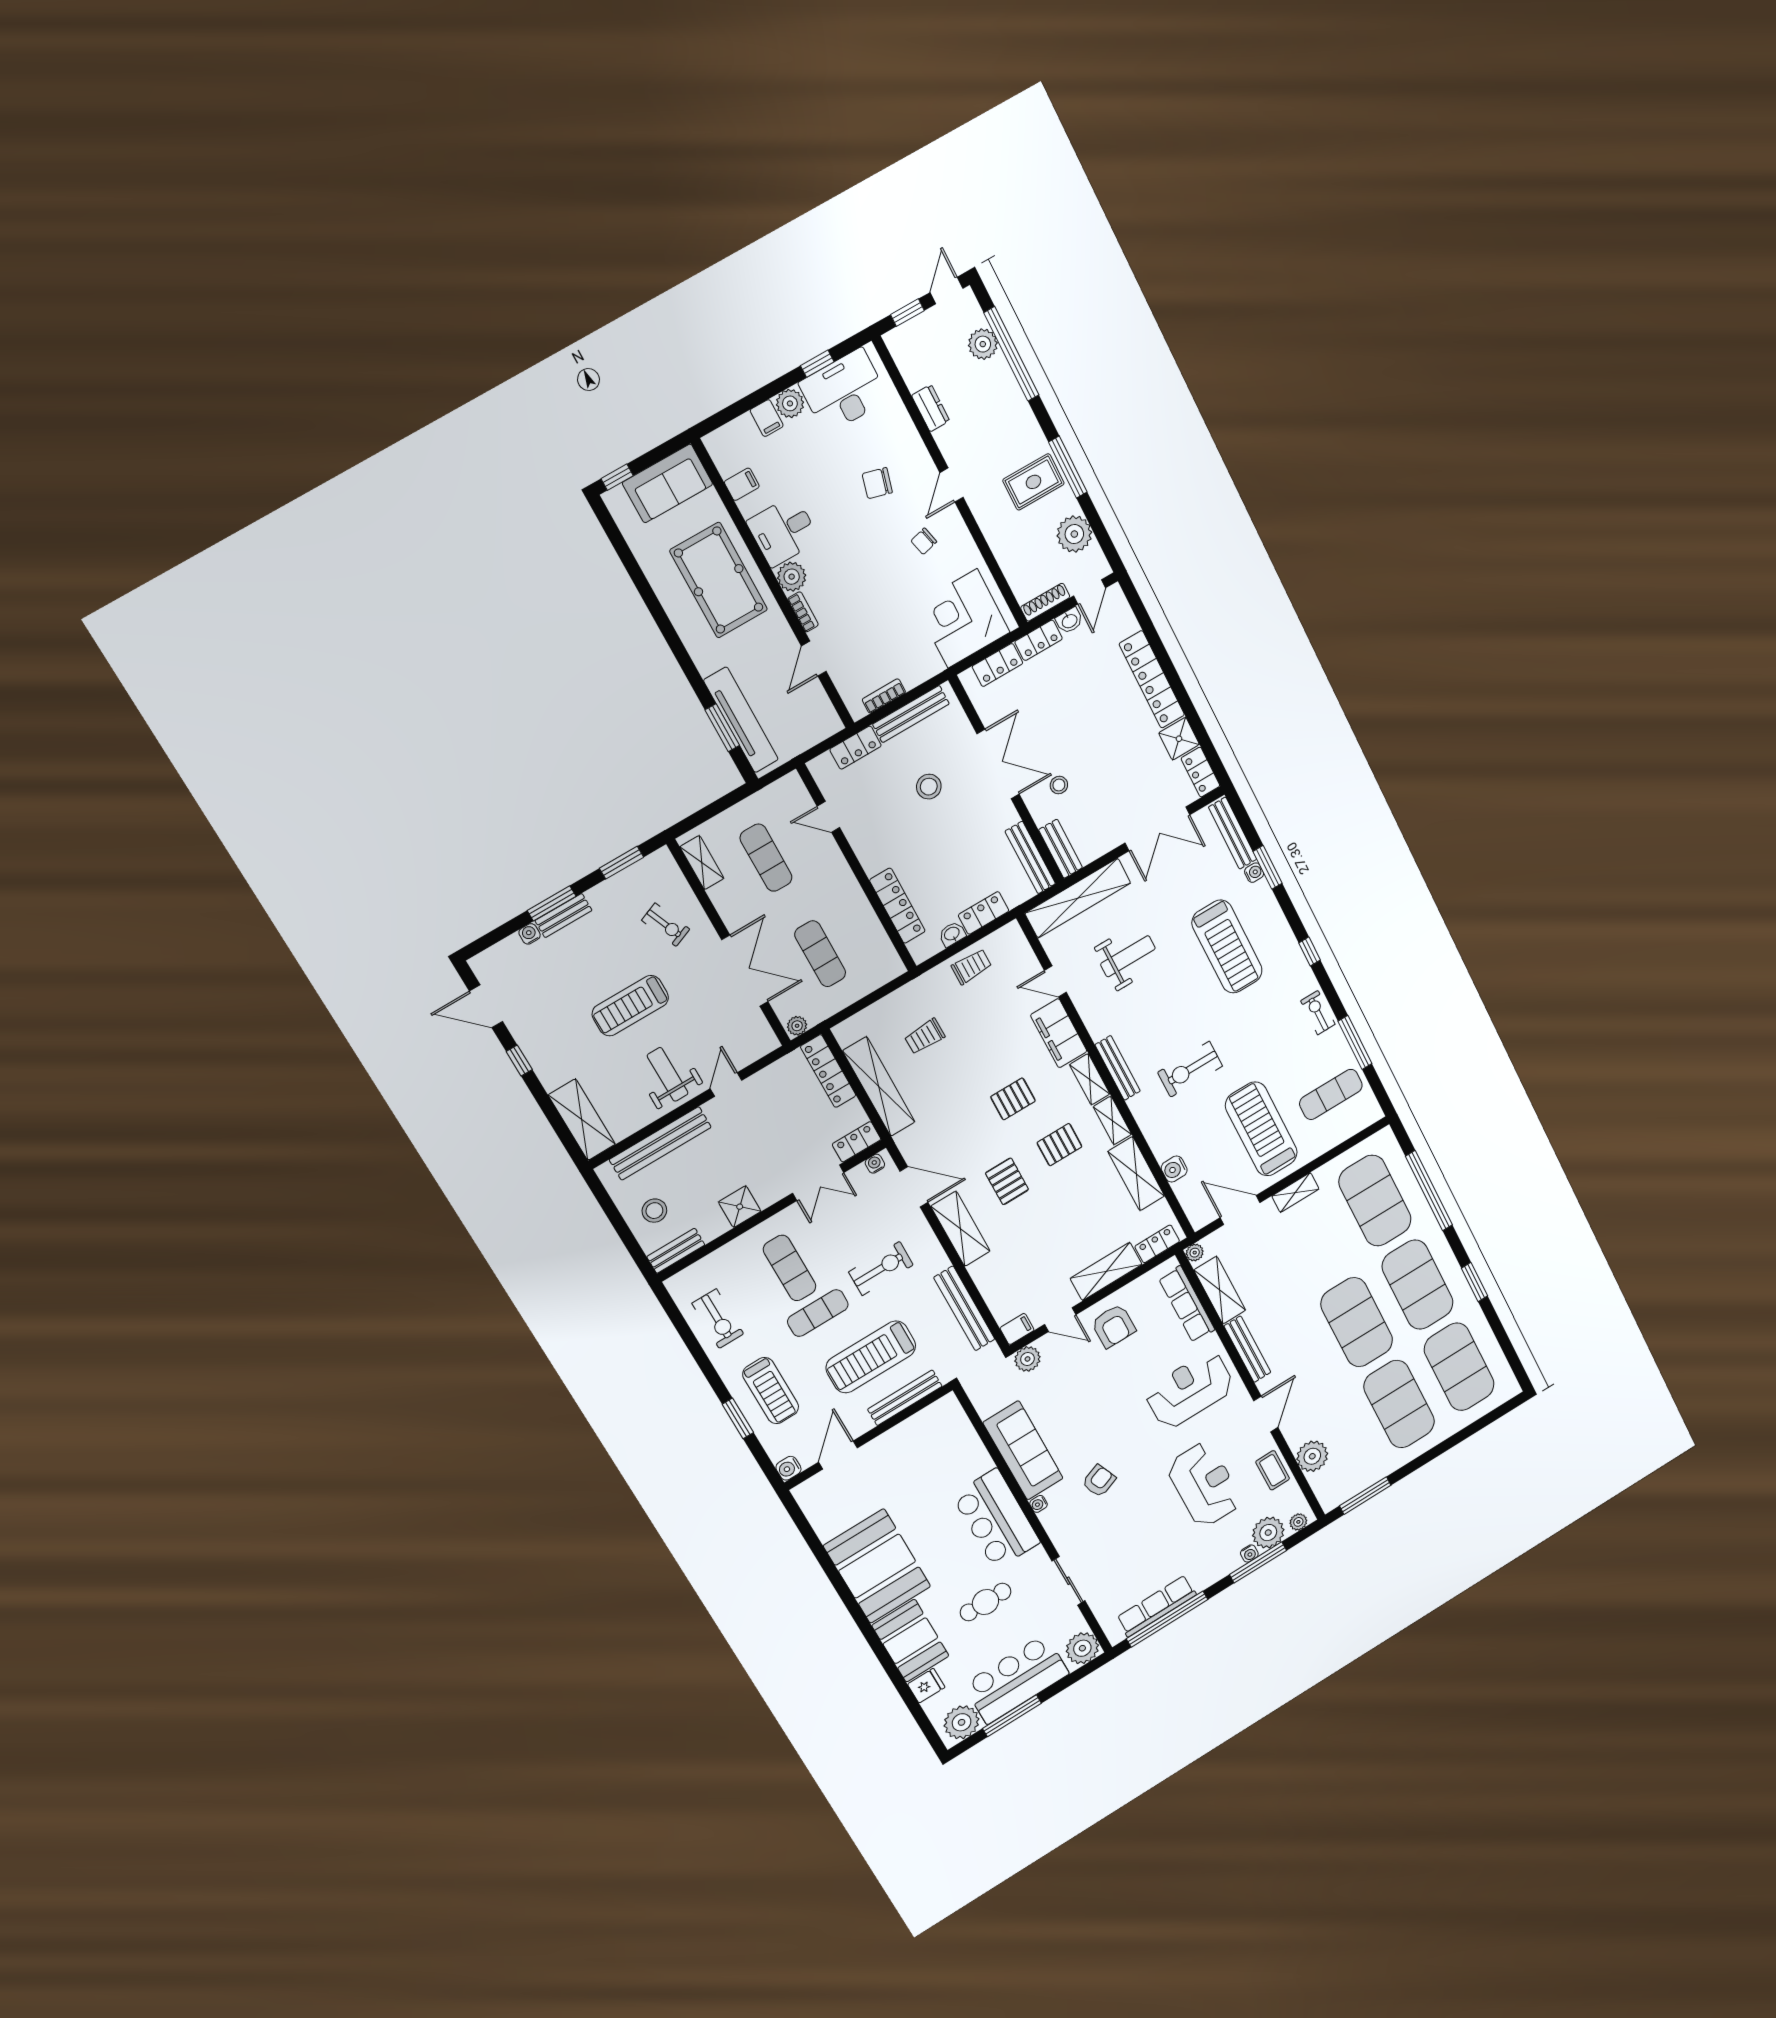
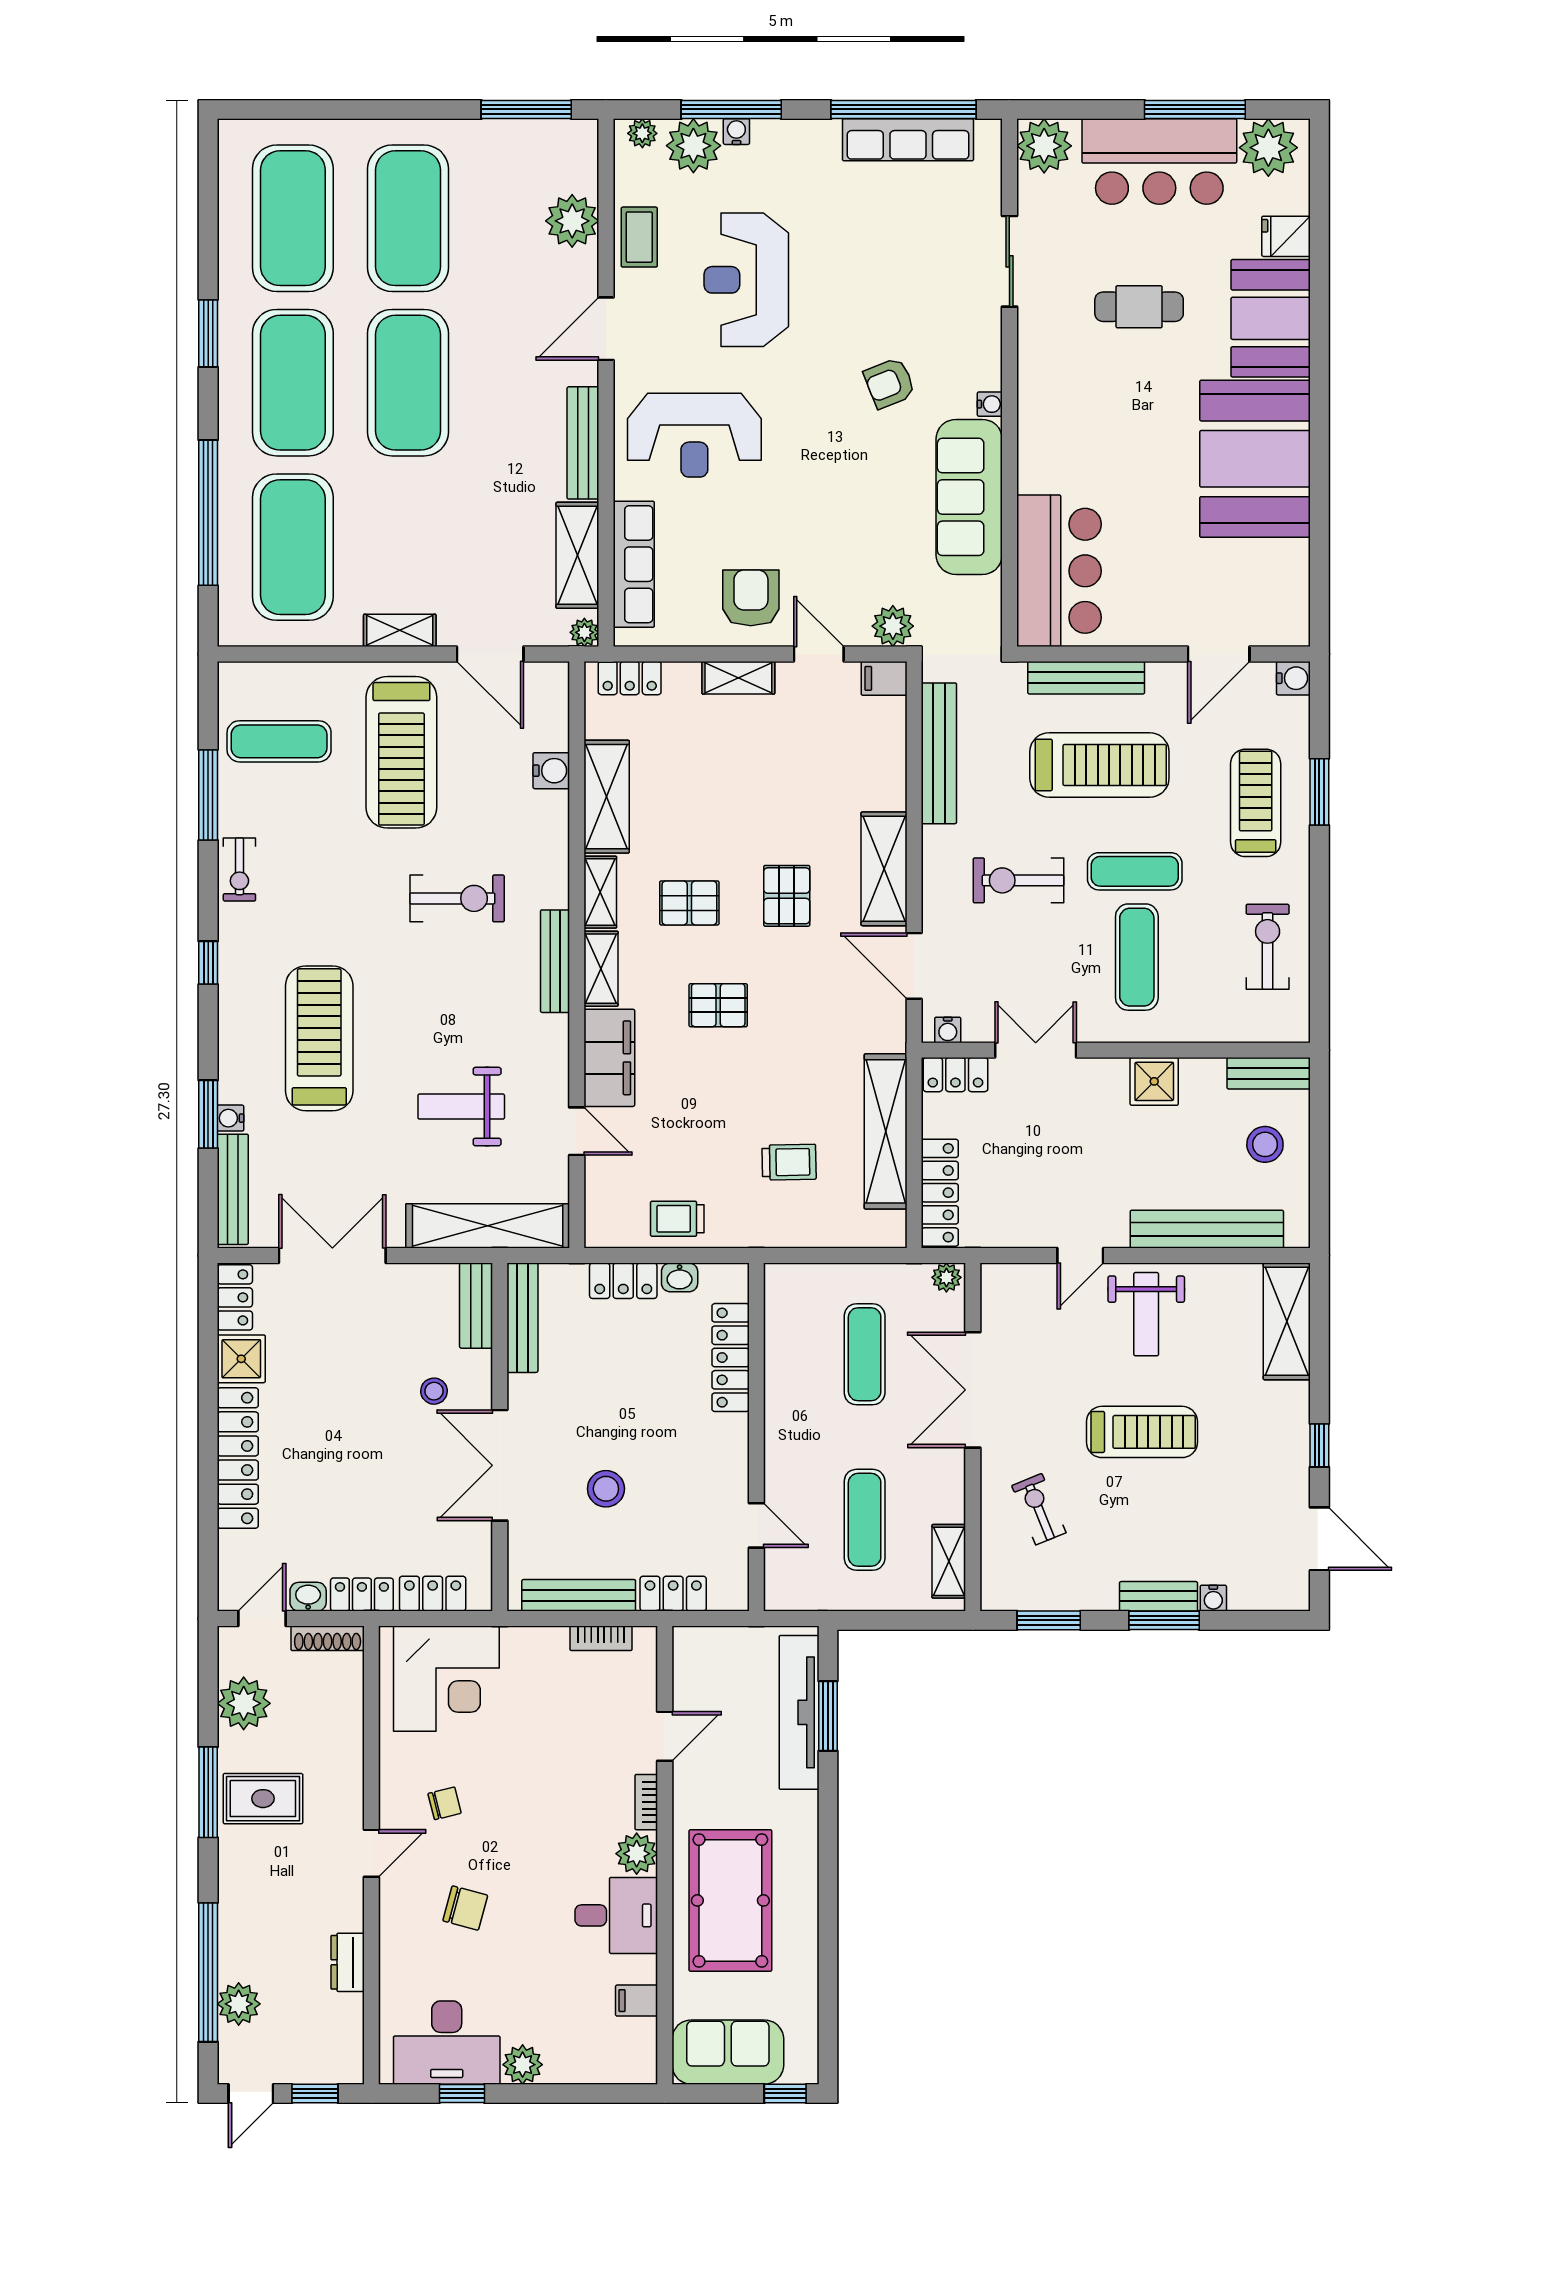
filing cabinet: (767, 418) -> (561, 2063), removed
shelving: (1106, 1271) -> (738, 678), width x0.67, depth x0.75
bar counter: (996, 1519) -> (1059, 571), moved

